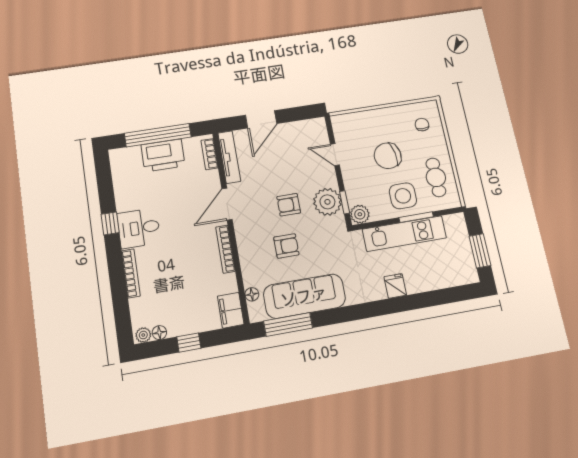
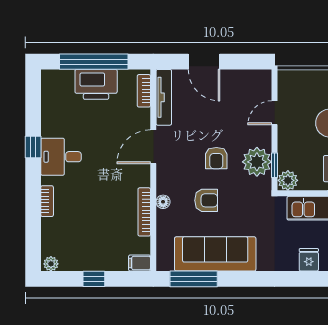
door: (261, 119) -> (204, 62), hinge flipped
door: (335, 155) -> (274, 113), hinge flipped
armchair: (289, 205) -> (216, 158), turned -90
bookcase: (225, 249) -> (144, 212), moved
bookcase: (131, 273) -> (47, 201), width x0.64
floor lamp: (252, 294) -> (163, 202), moved
filing cabinet: (231, 310) -> (140, 263), width x0.50
floor lamp: (159, 333) -> (67, 264), removed

